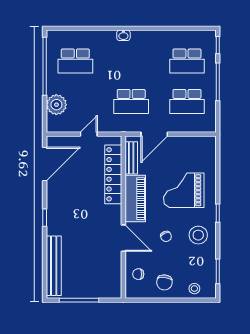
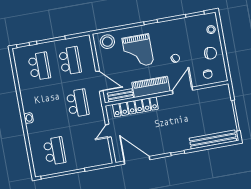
plant: (56, 105) -> (90, 159), removed
door: (89, 134) -> (108, 131), hinge flipped
stool: (198, 235) -> (107, 42), moved

